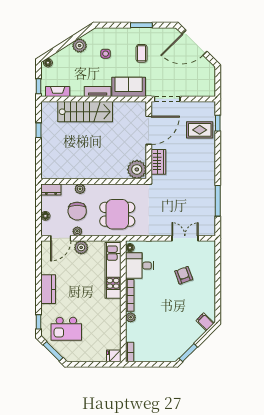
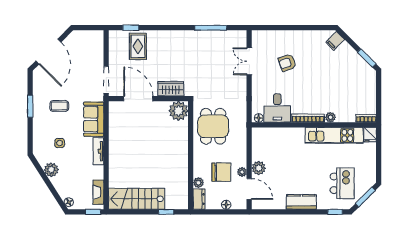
stairs: (85, 112) -> (137, 199), moved, turned -90
window: (38, 130) -> (166, 212), moved
plant: (80, 189) -> (198, 183), moved
dining table: (117, 214) -> (213, 126), moved
kitchen unit: (113, 270) -> (334, 135), moved

